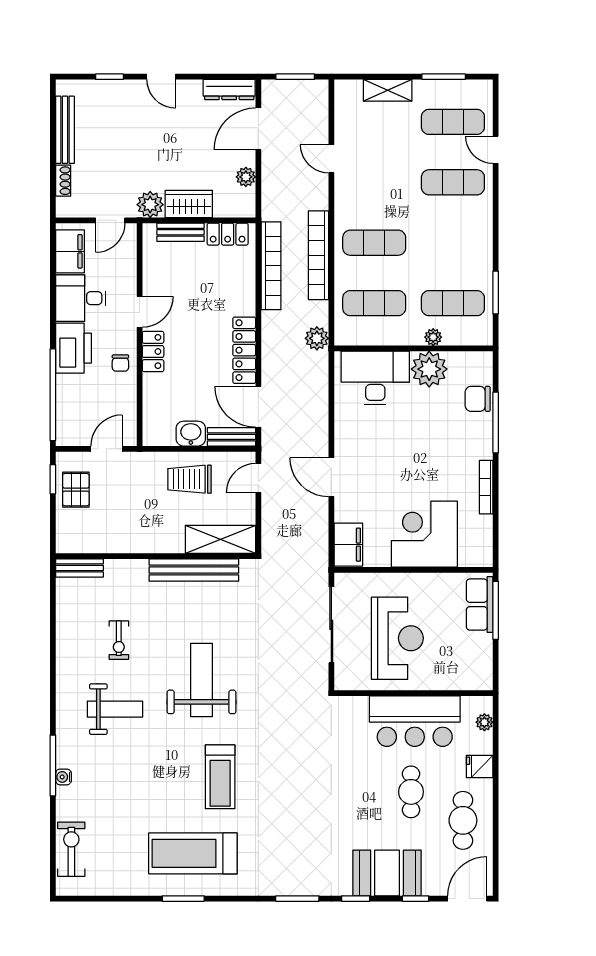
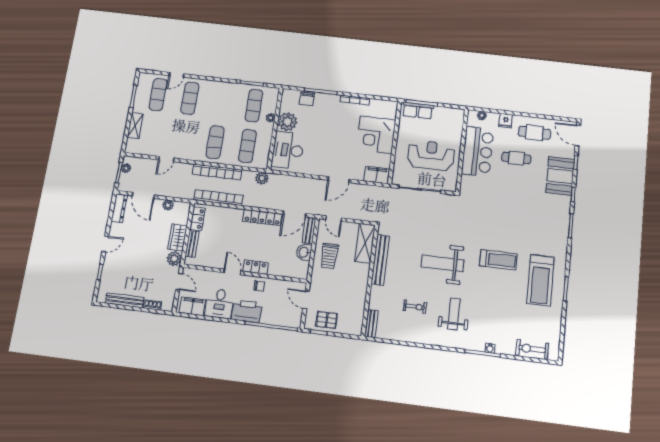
plant: (305, 88) -> (126, 168), added

